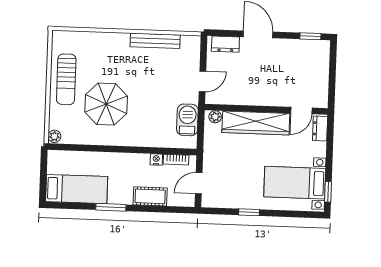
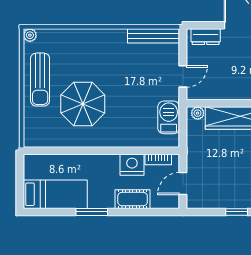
bench: (155, 41) -> (154, 36), moved
plant: (54, 136) -> (30, 35), moved
nightstand: (156, 159) -> (132, 165), width x1.89, depth x1.79

